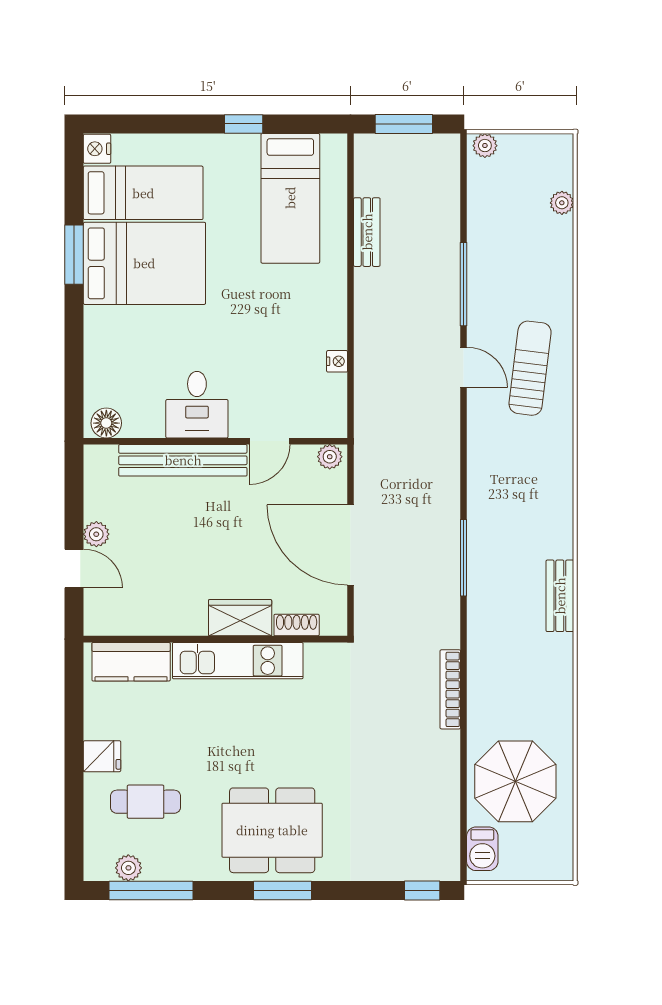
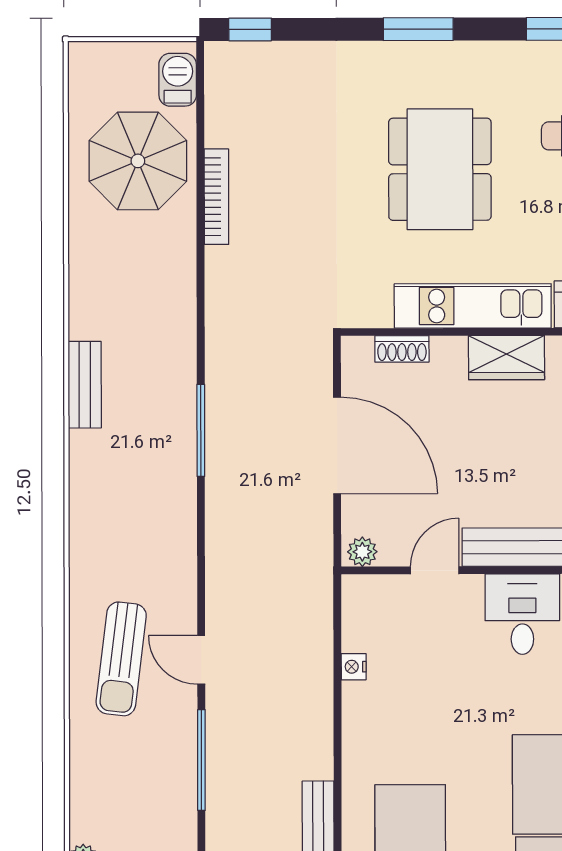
wardrobe: (240, 618) -> (506, 358), moved
bookcase: (450, 689) -> (216, 197), moved
dining table: (272, 830) -> (440, 169), moved, turned 90

